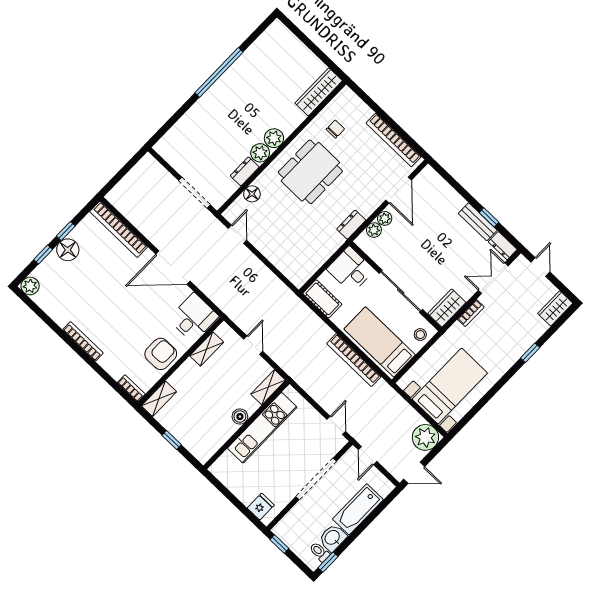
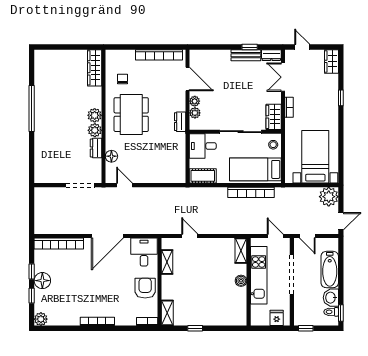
shelving: (268, 387) -> (241, 251), moved
boiler: (240, 417) -> (241, 281), moved
wall: (246, 425) -> (249, 282), moved
kitchen unit: (262, 428) -> (259, 275), moved

